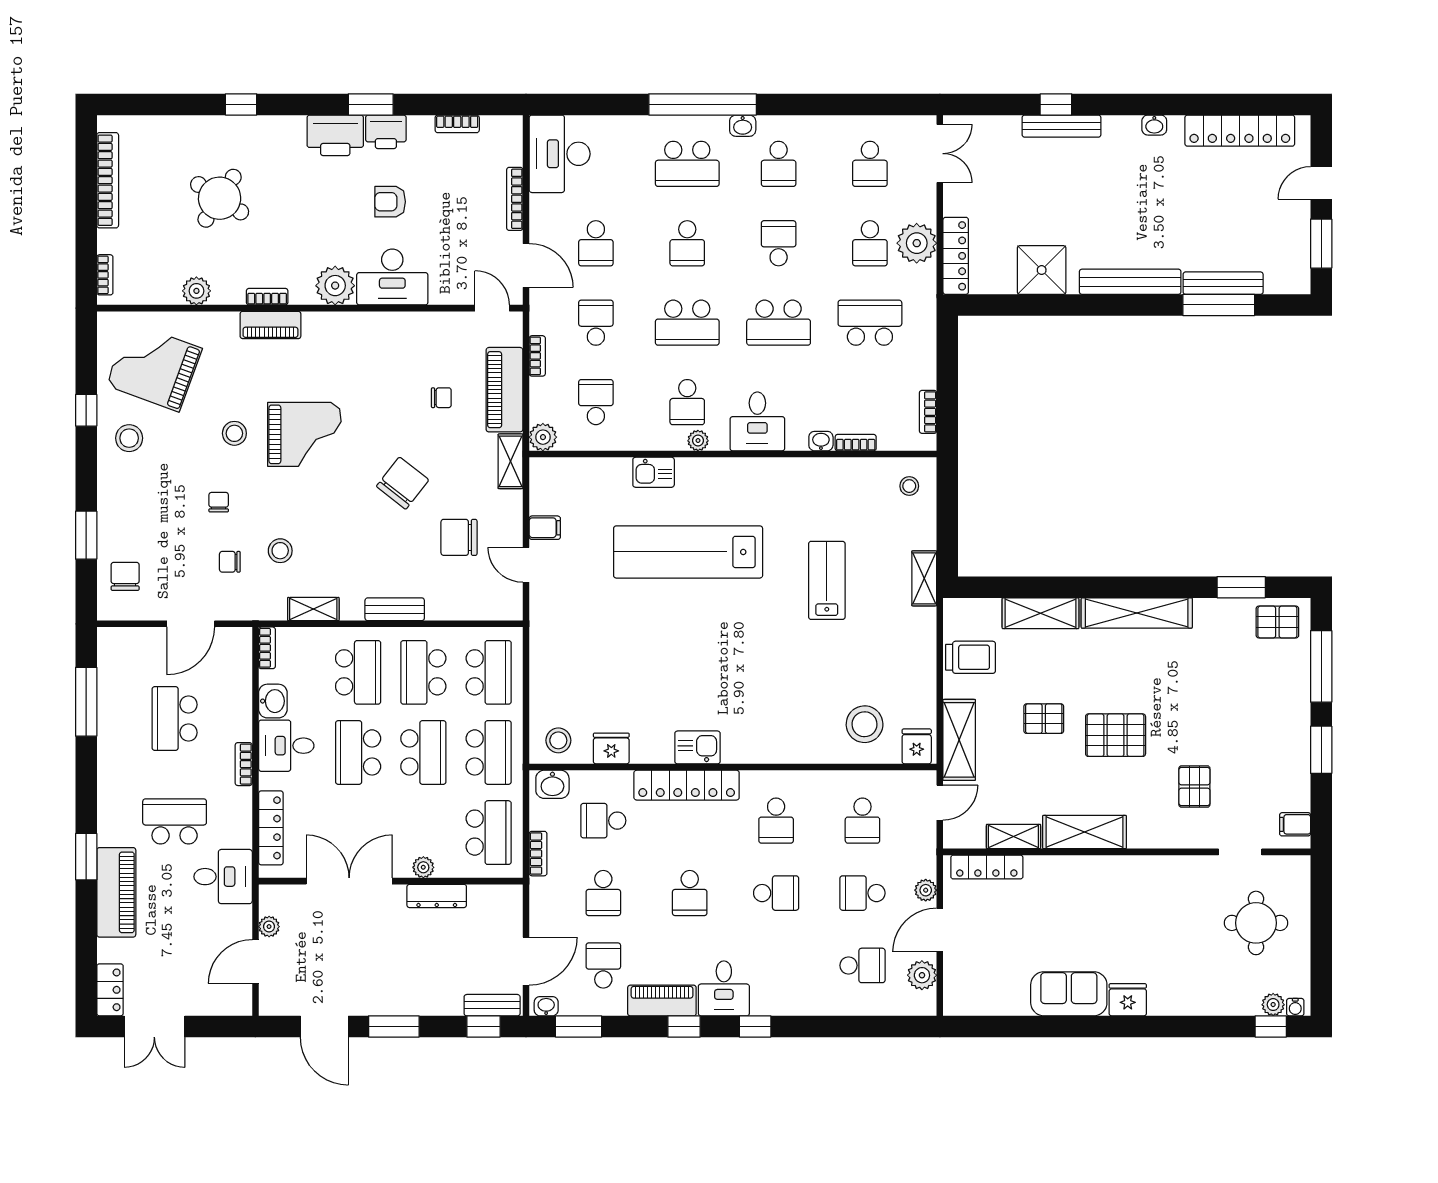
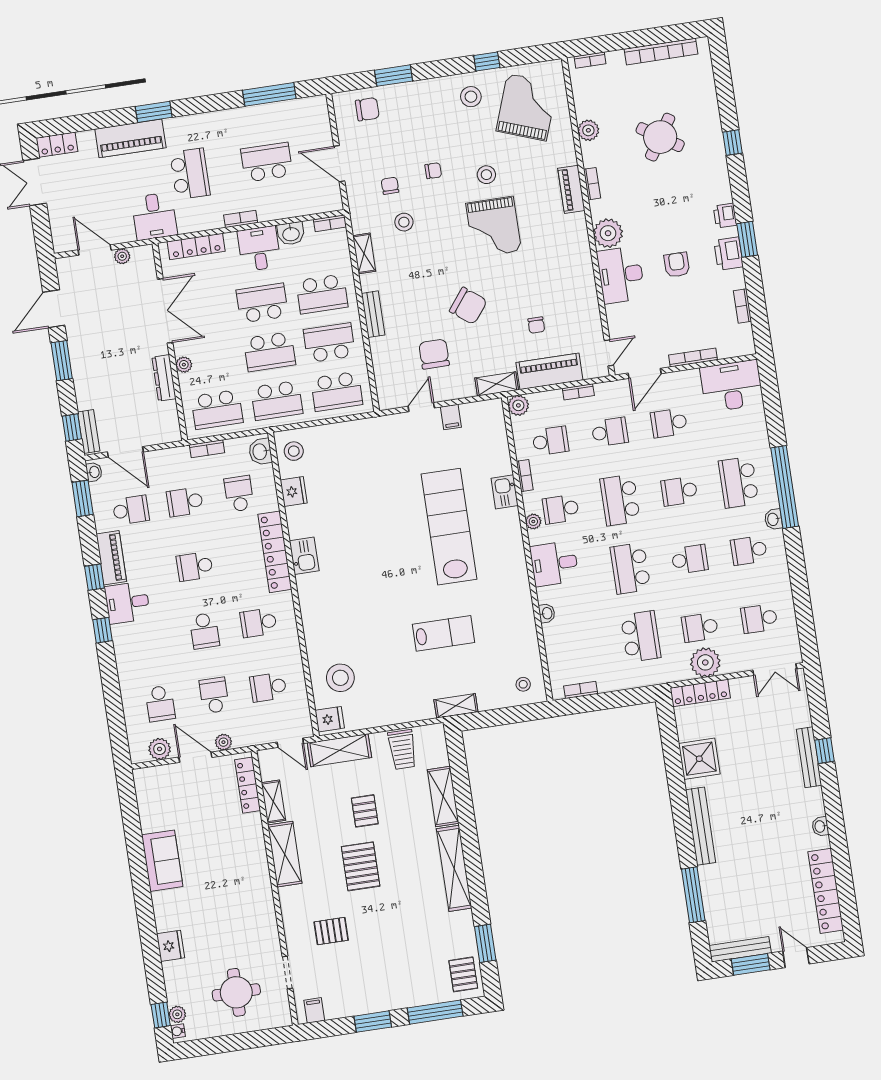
printer: (335, 135) -> (725, 216), width x0.53, depth x0.68
bench: (1223, 283) -> (740, 949), moved, turned 90
bookcase: (856, 443) -> (525, 476), moved
fridge: (1128, 1000) -> (171, 946), moved

